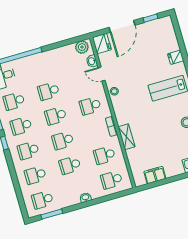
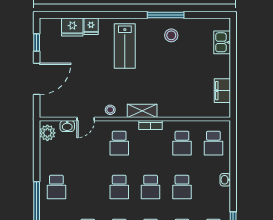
door: (122, 26) -> (37, 79), hinge flipped
fridge: (102, 44) -> (72, 27), moved, turned 180
school desk: (49, 91) -> (56, 187), moved
shelving: (127, 137) -> (142, 111), moved

